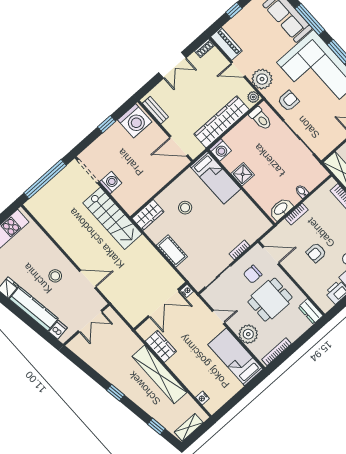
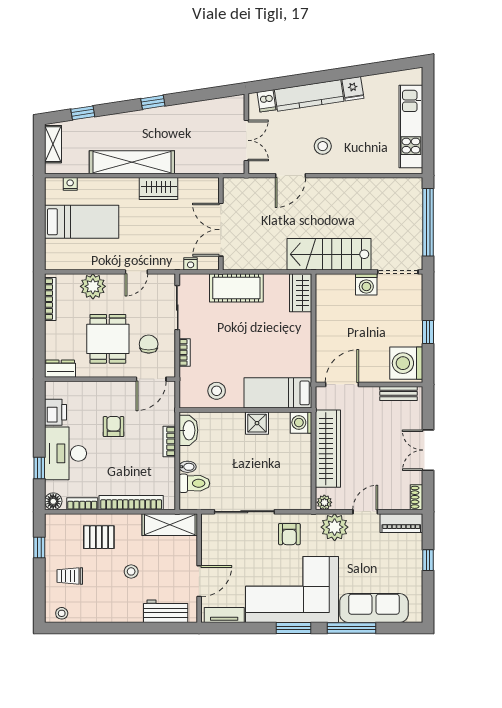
toilet: (261, 119) -> (194, 483), moved, turned 180
stool: (185, 208) -> (217, 391), moved
cot: (172, 251) -> (236, 288), width x1.37, depth x1.34
double door: (164, 303) -> (221, 230), moved
wall: (160, 306) -> (221, 224), moved
double door: (90, 321) -> (246, 140), swing flipped
bed: (235, 357) -> (82, 222), moved

